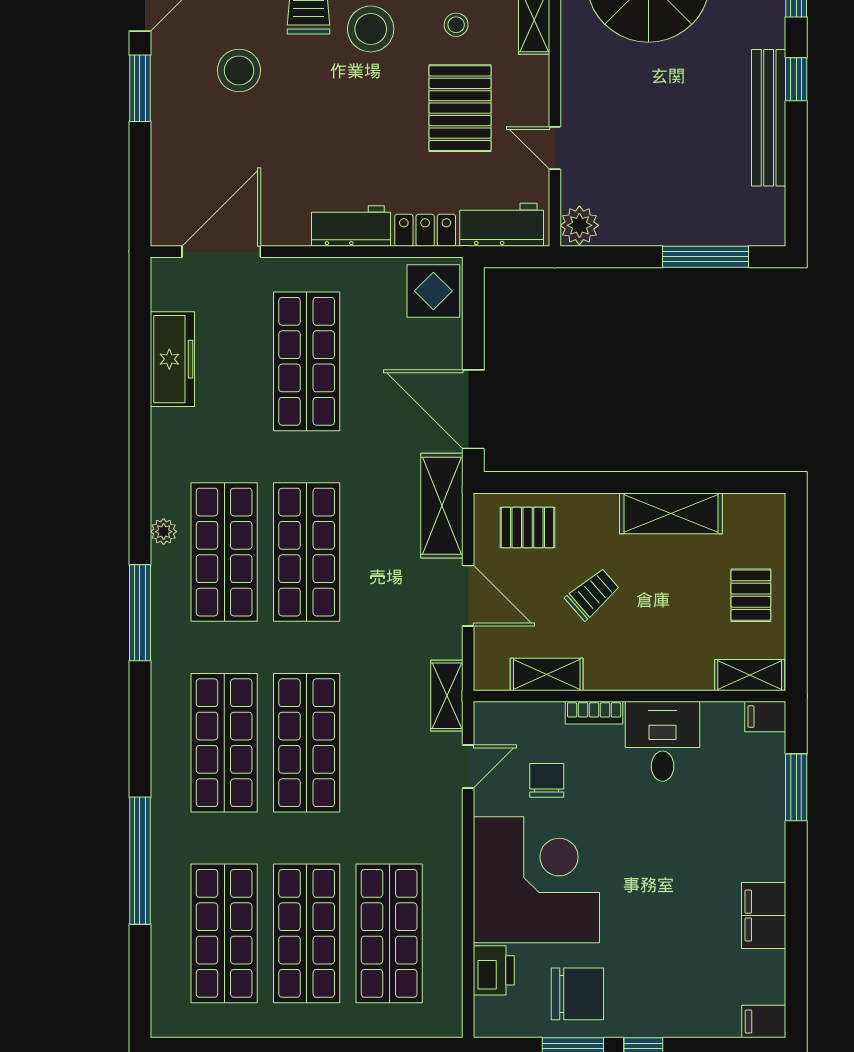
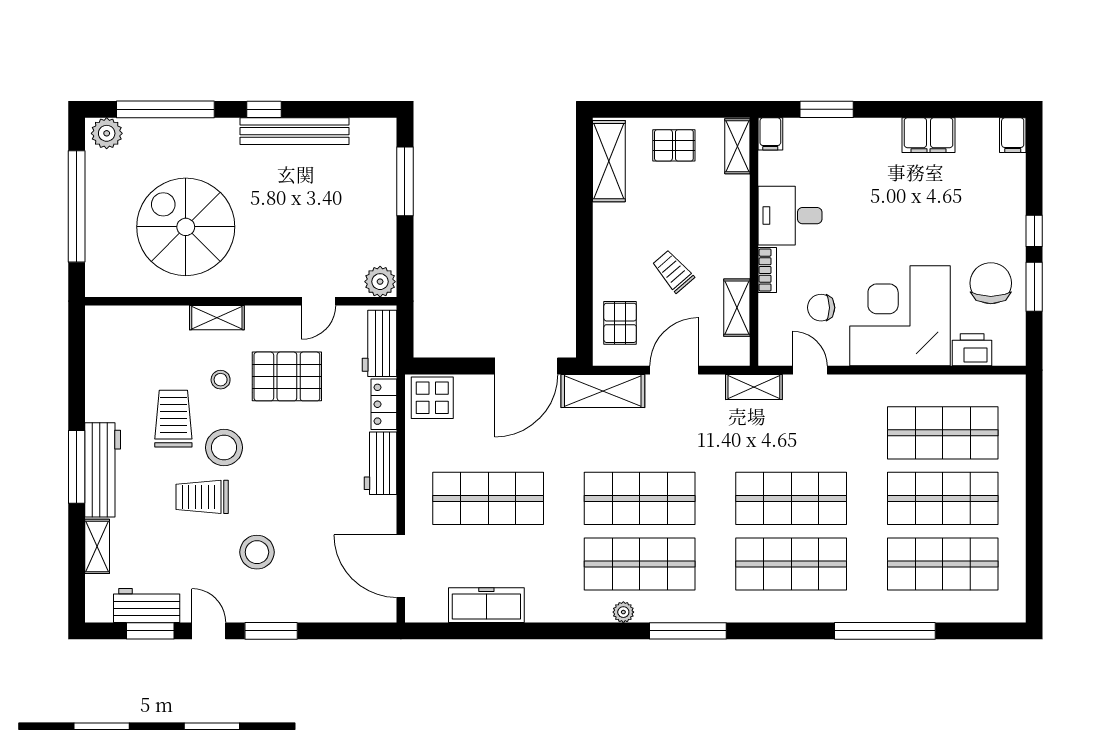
shelving: (671, 513) -> (609, 161), moved

